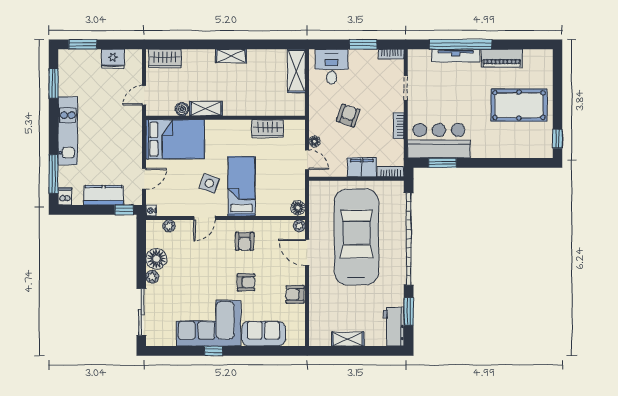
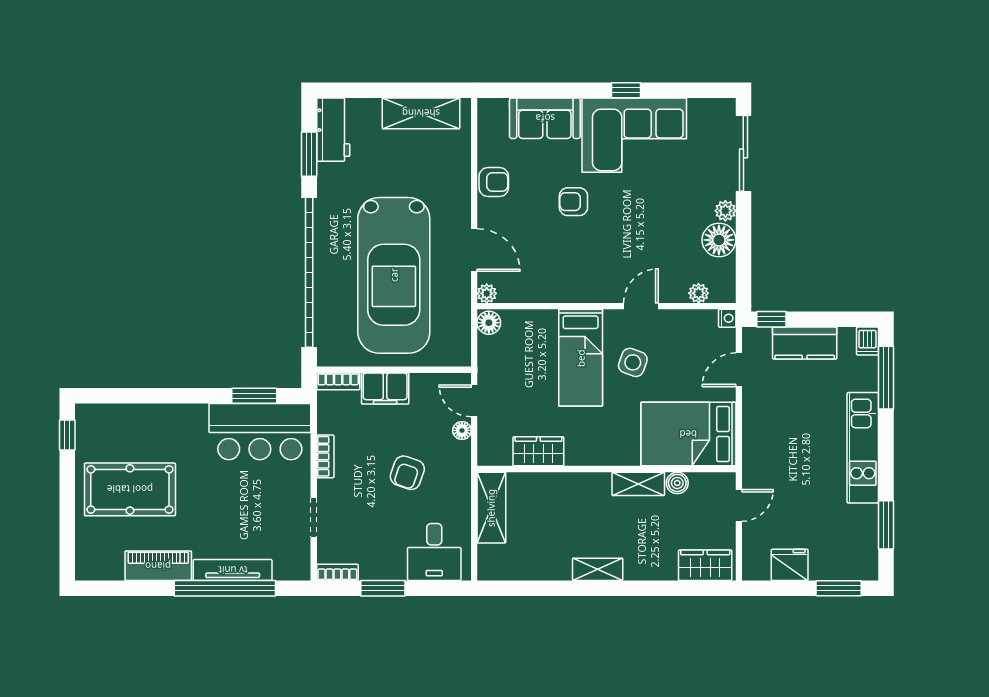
shelving: (296, 71) -> (491, 508), moved
armchair: (245, 241) -> (576, 268), removed
shelving: (348, 339) -> (421, 113), width x1.50, depth x1.33

